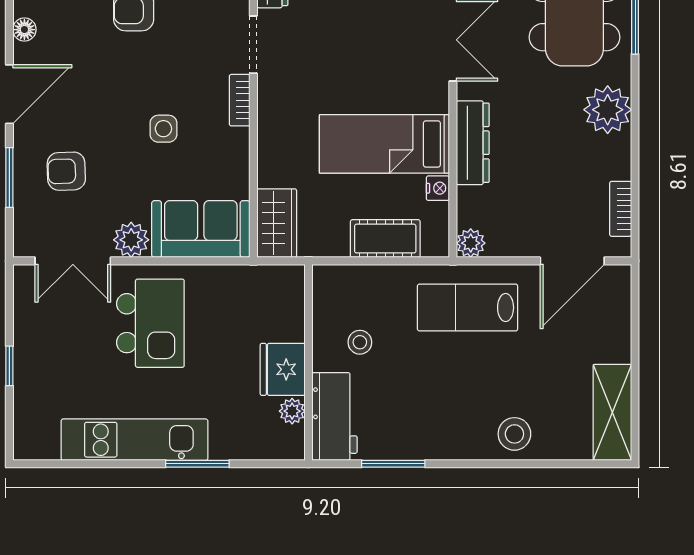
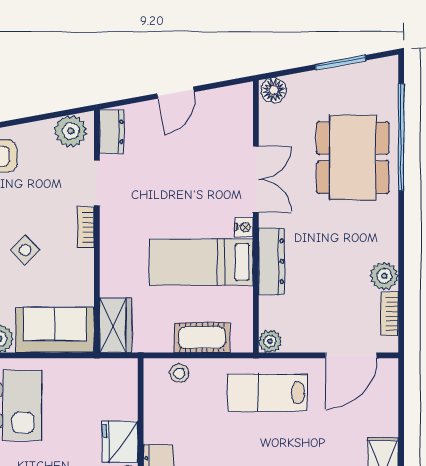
plant: (608, 110) -> (384, 276), moved, width x0.73, depth x0.73
side table: (163, 129) -> (25, 250), turned 45
nightstand: (438, 188) -> (244, 227), moved
stool: (360, 342) -> (179, 373), moved

